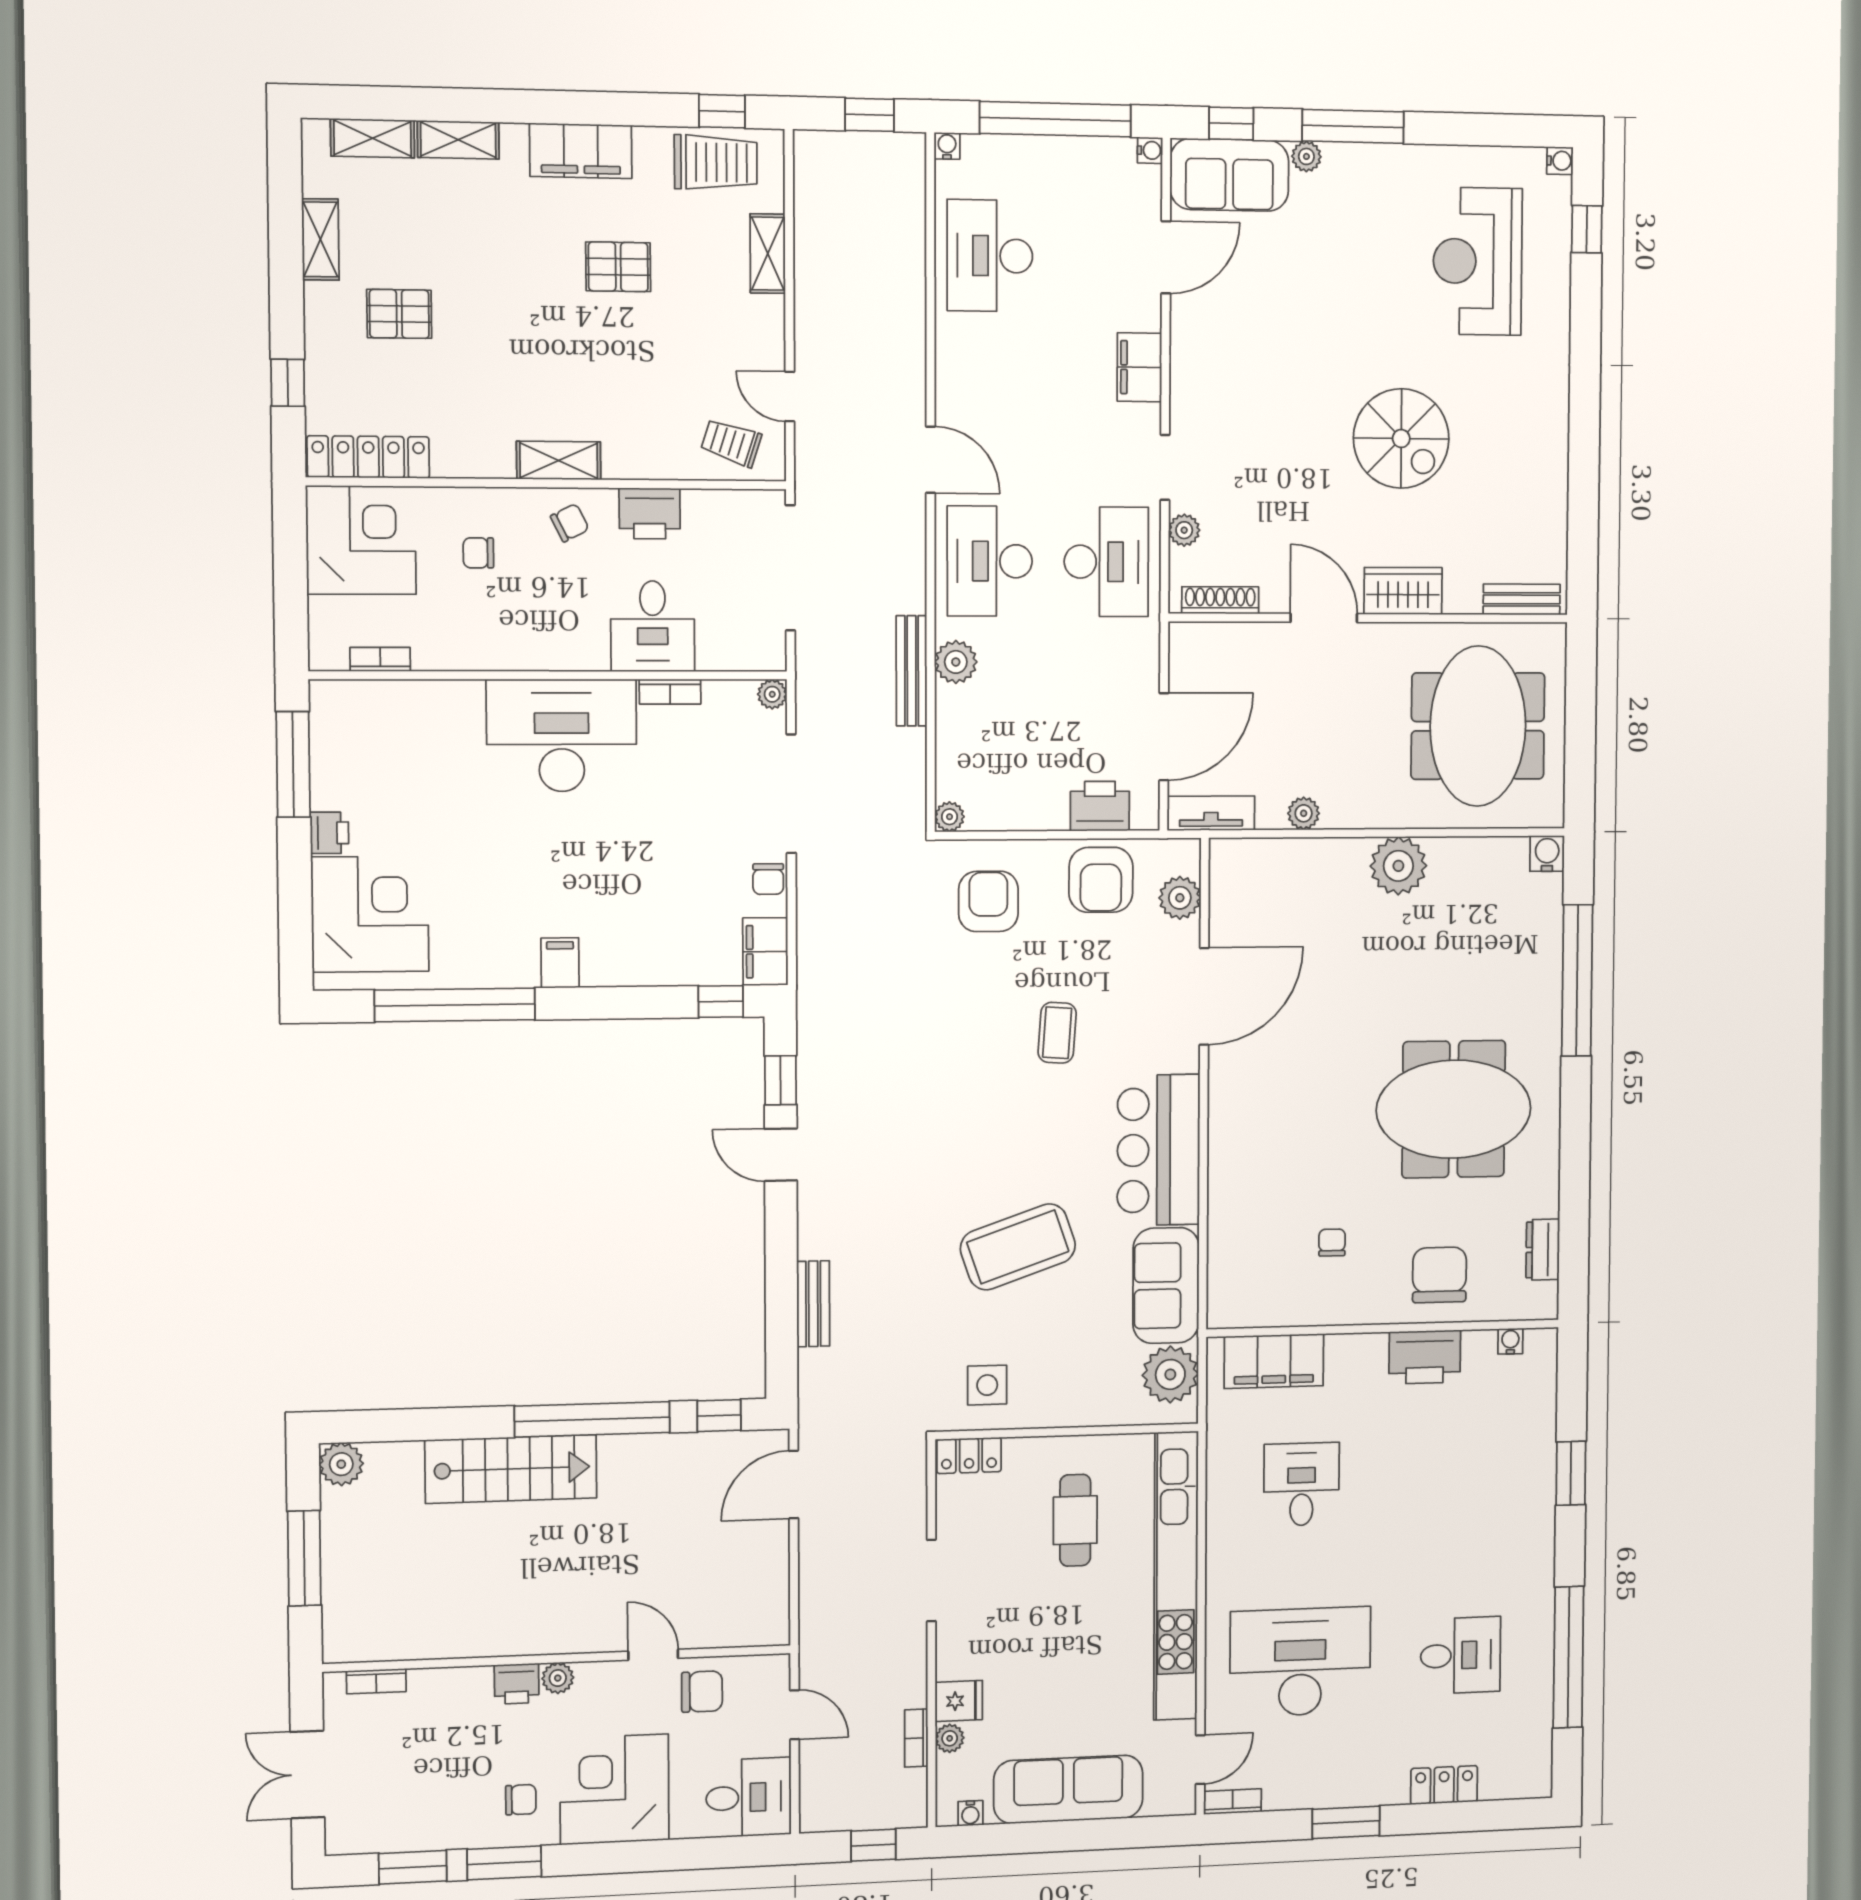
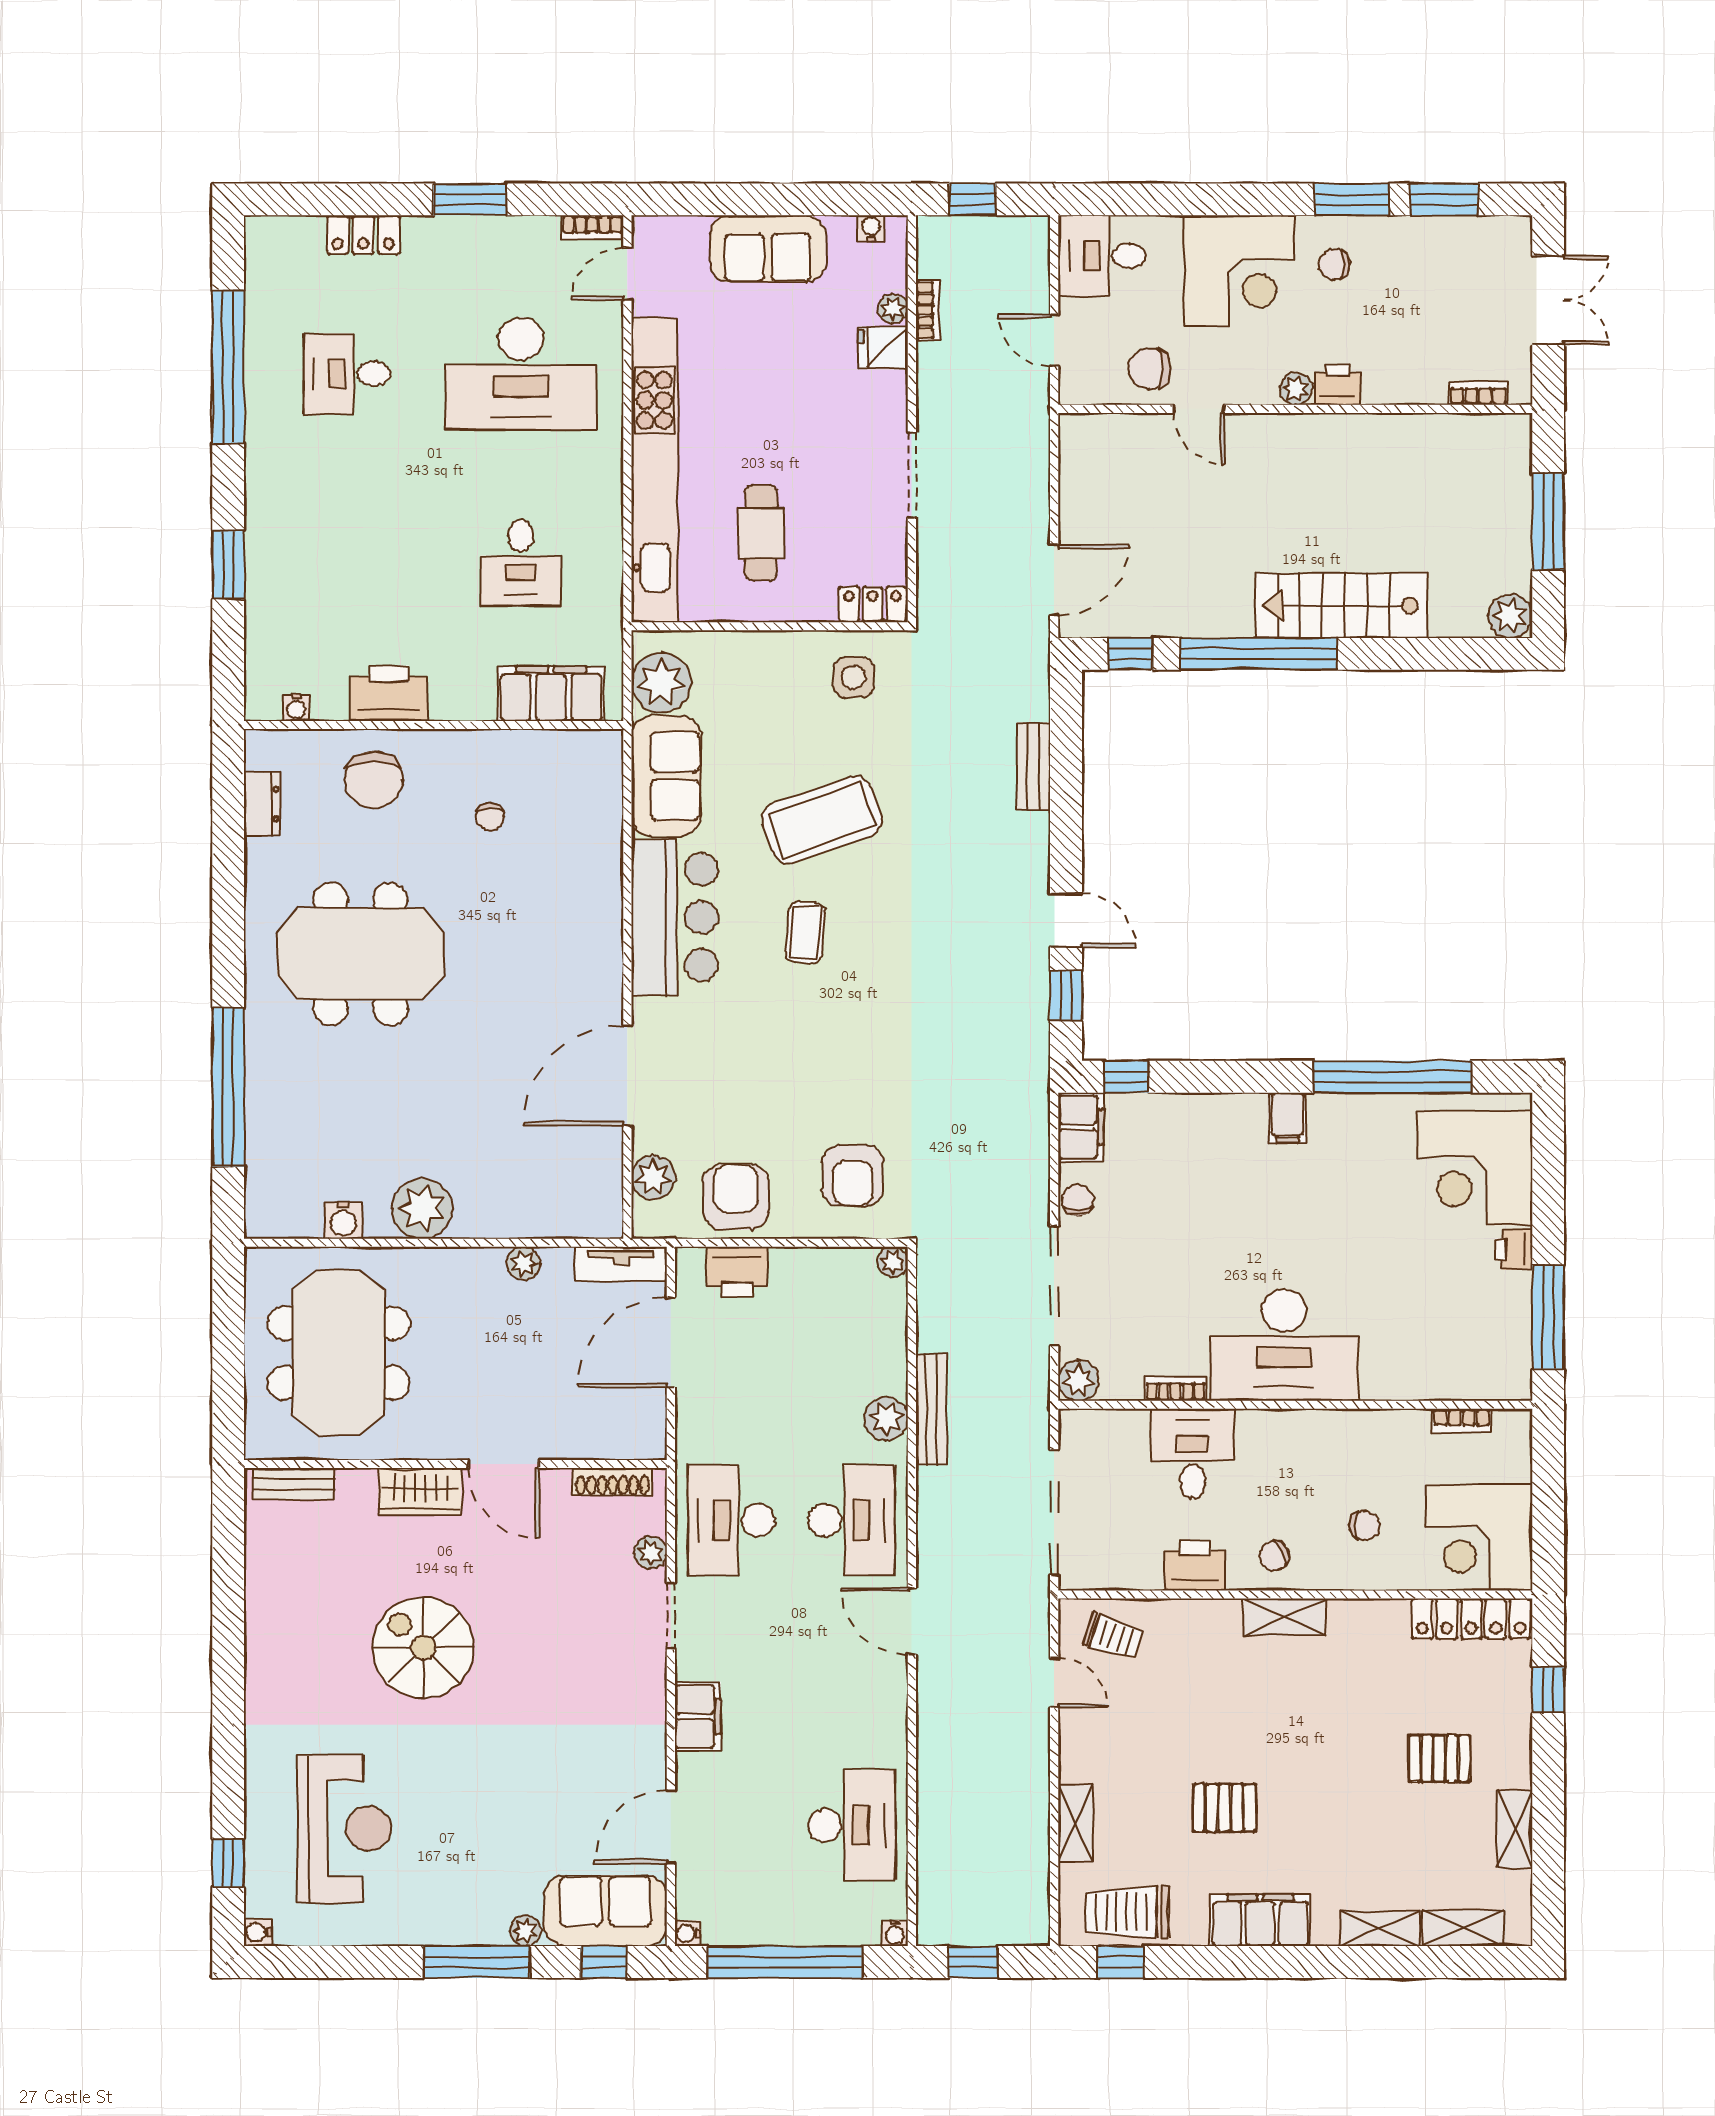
plant: (772, 694) -> (1079, 1380), width x1.38, depth x1.38
water cooler: (1547, 854) -> (343, 1220), moved
coffee table: (1057, 1033) -> (805, 933), moved
sofa: (1068, 1789) -> (768, 249), width x0.73

